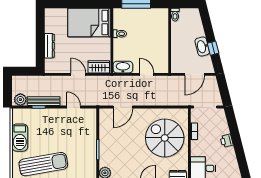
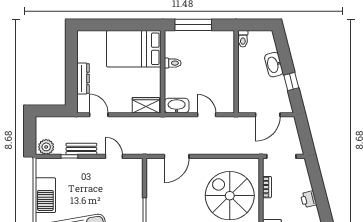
washbasin: (202, 46) -> (274, 65), moved
door: (78, 74) -> (99, 115), moved
bench: (44, 101) -> (81, 149), width x0.73

